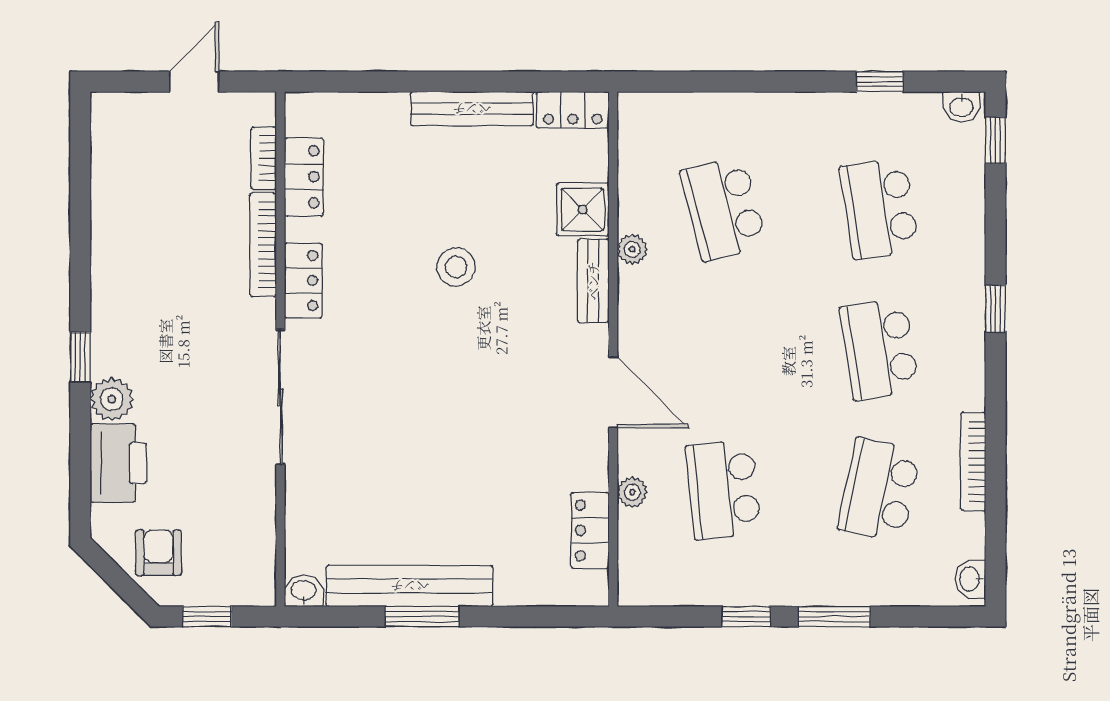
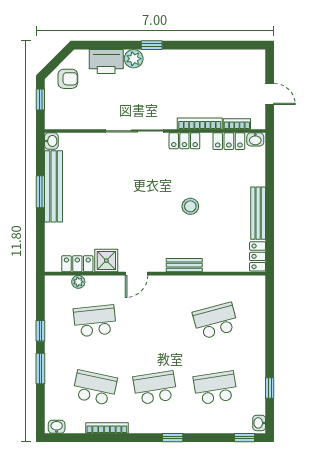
washbasin: (300, 115) -> (255, 139), added
shower: (583, 209) -> (106, 261), moved
plant: (632, 249) -> (198, 282), removed
door: (613, 392) -> (137, 274), width x0.73
plant: (632, 492) -> (78, 282), moved

